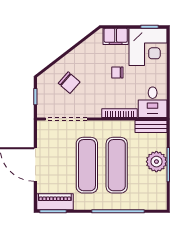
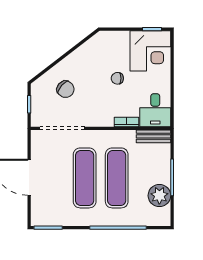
filing cabinet: (116, 36) -> (116, 39), removed
bookcase: (120, 113) -> (127, 122), width x0.64
plant: (156, 162) -> (159, 196), moved
piano: (55, 202) -> (50, 217), removed

